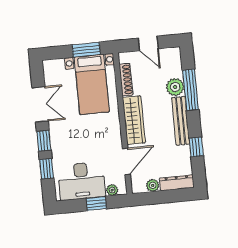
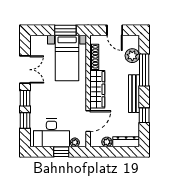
plant: (175, 87) -> (132, 56), moved

